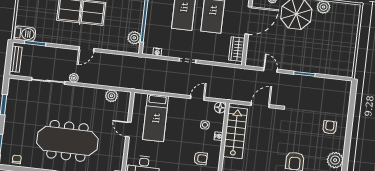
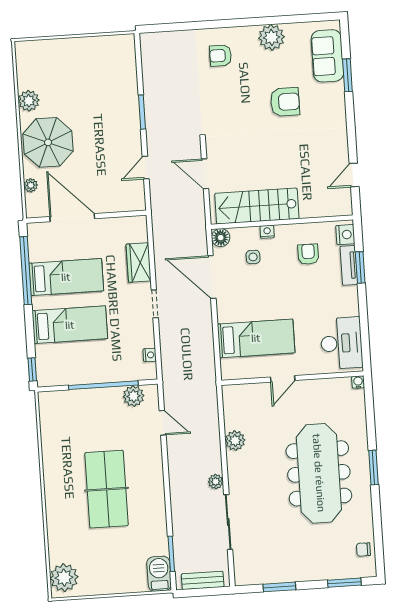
door: (86, 49) -> (163, 423), moved
wardrobe: (237, 49) -> (139, 263), moved, turned 90
plant: (111, 96) -> (235, 441), moved
door: (197, 98) -> (212, 277), width x1.88

